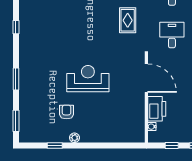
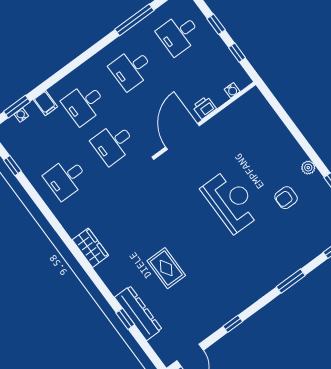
rug: (128, 20) -> (166, 268), moved, turned 90
reception desk: (88, 79) -> (231, 201), turned 180
printer: (157, 109) -> (204, 108), width x0.53, depth x0.68

